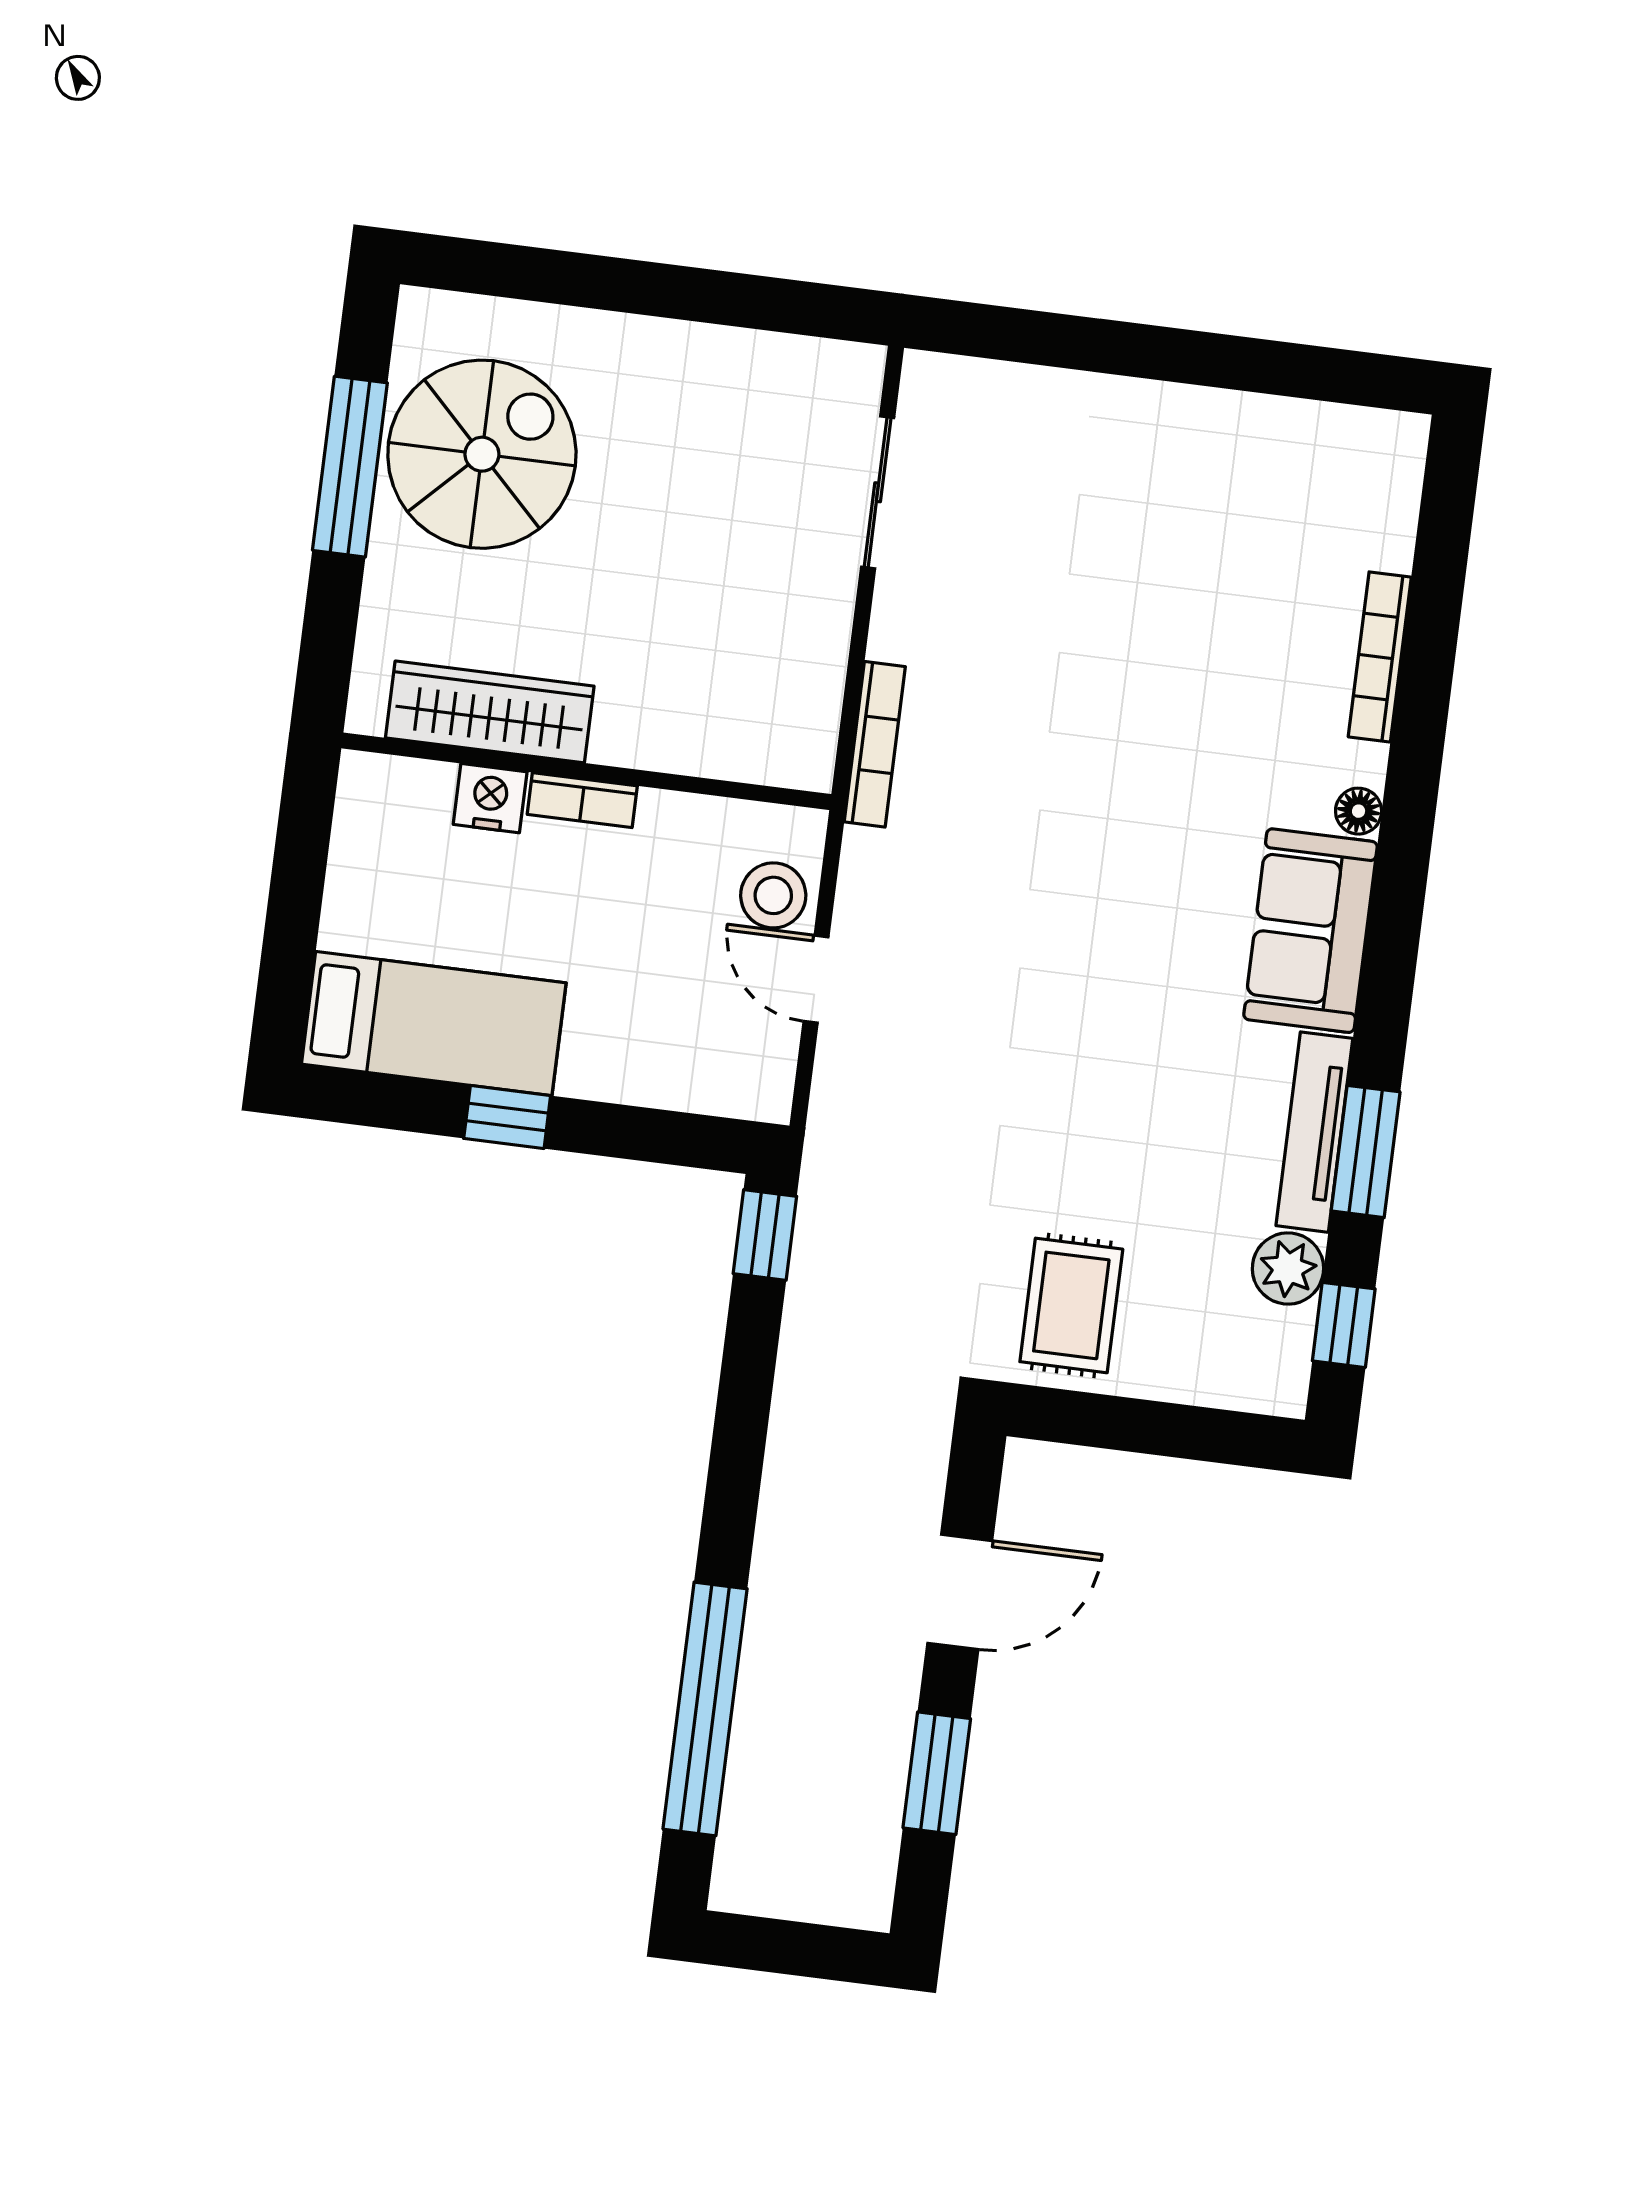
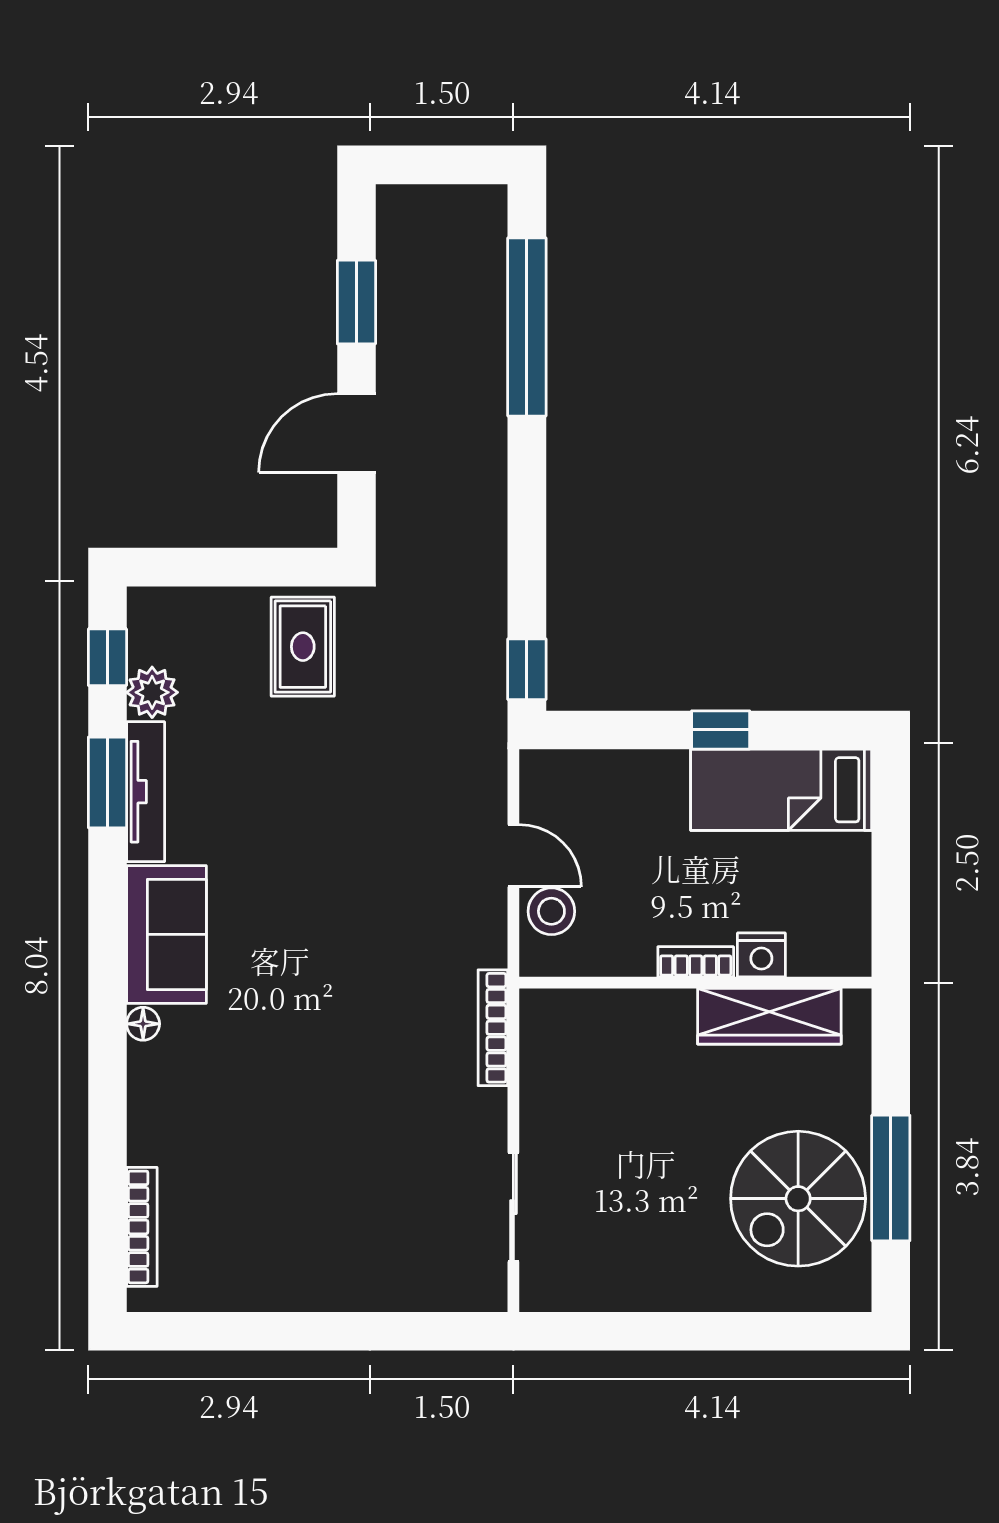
bookcase: (1380, 657) -> (142, 1227), moved

